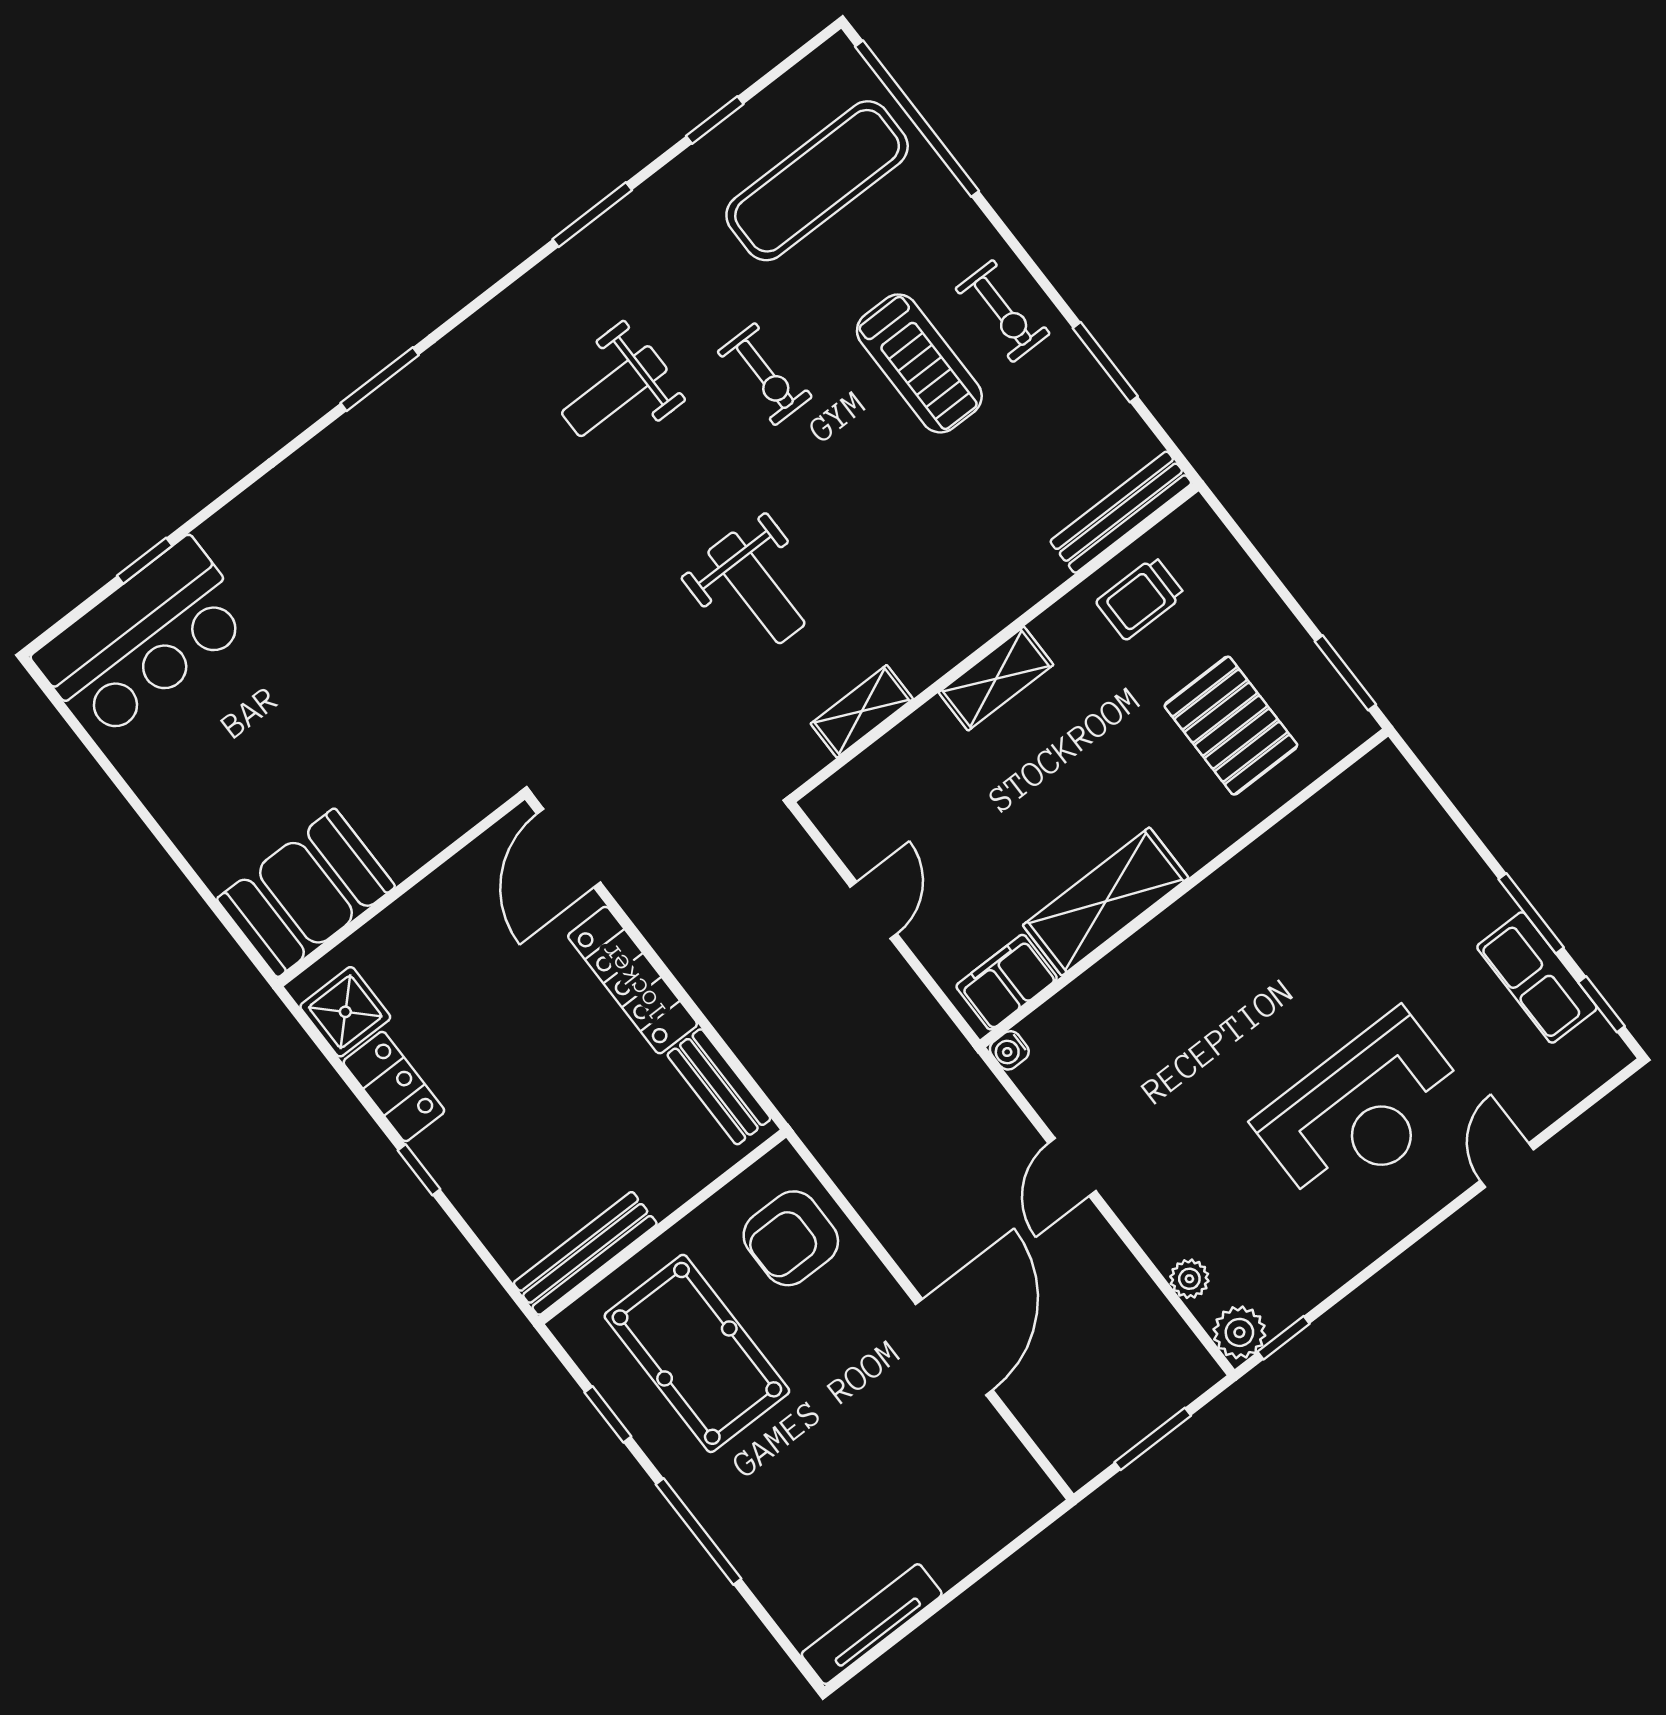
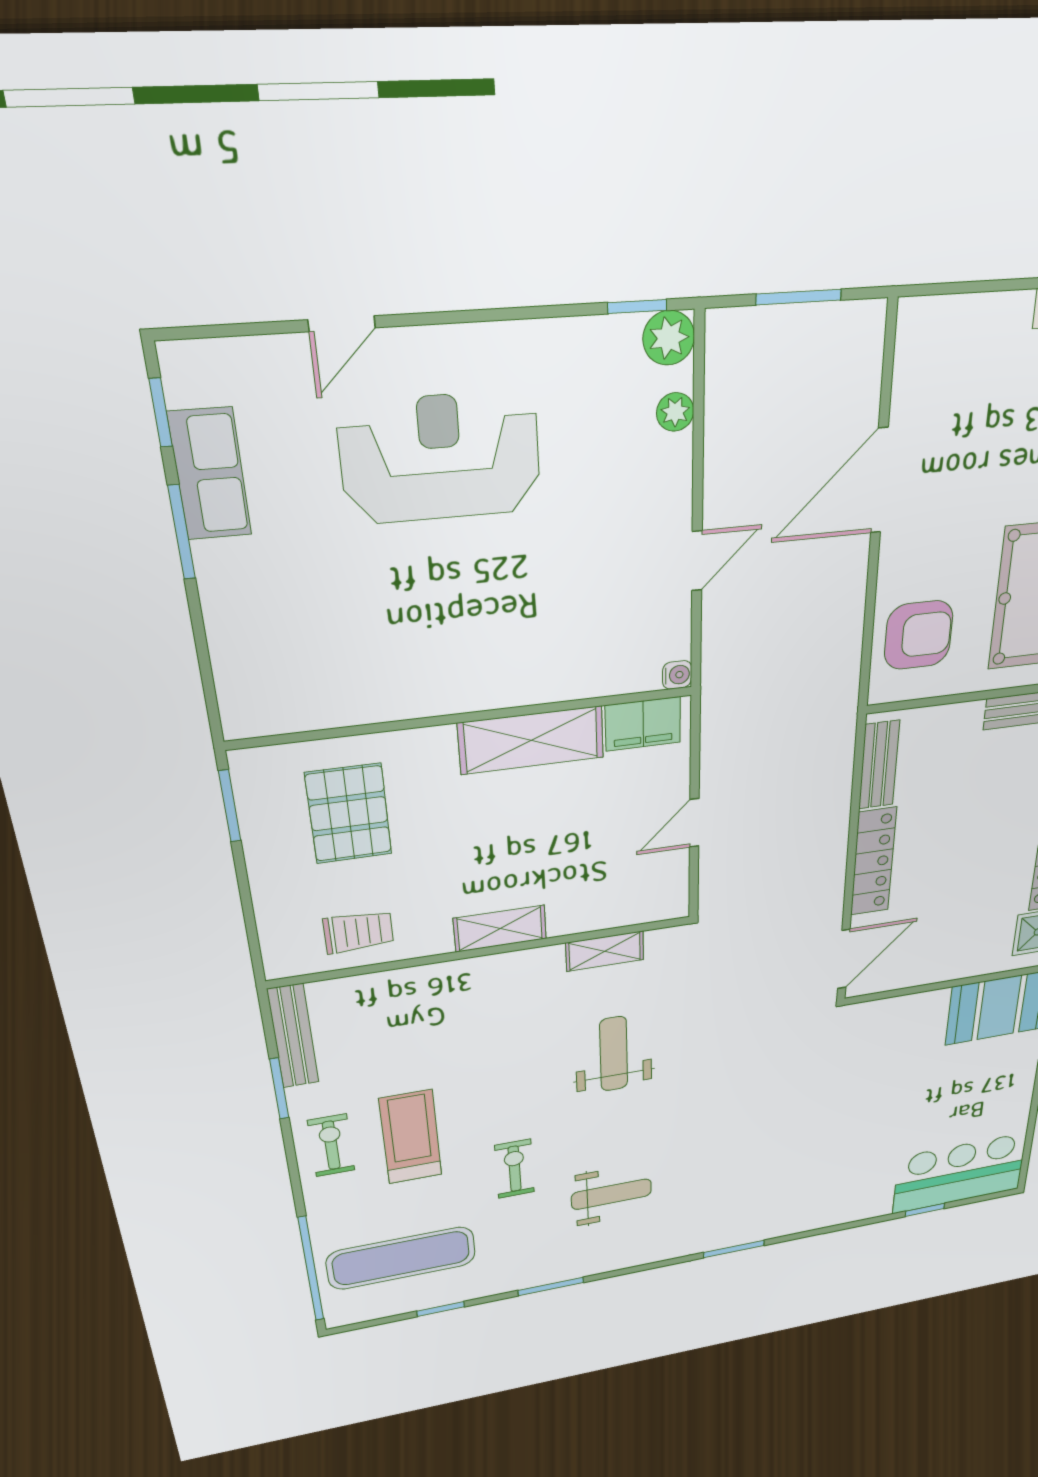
bench: (1121, 512) -> (293, 1036), moved, turned 90

